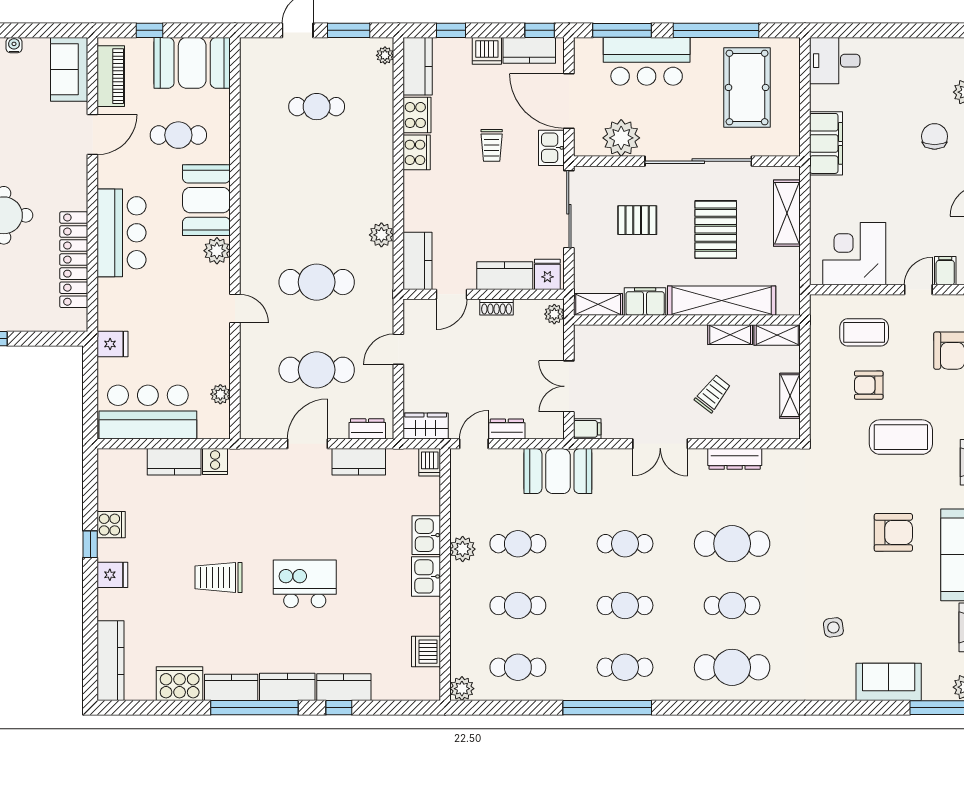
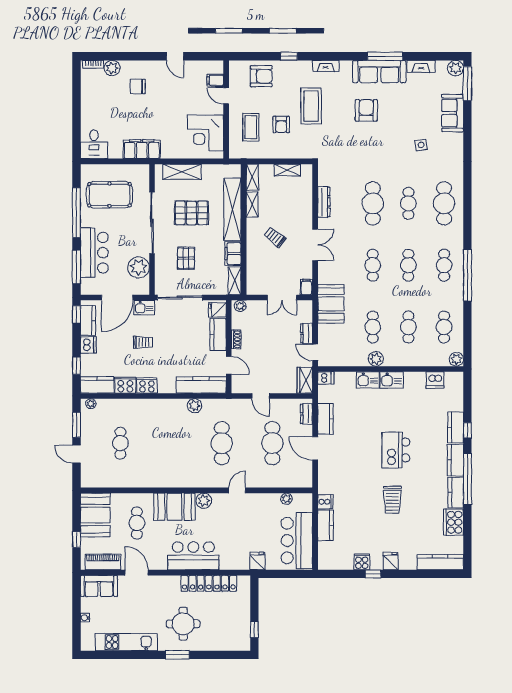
kitchen counter: (417, 261) -> (201, 385), width x1.50
trolley: (713, 393) -> (275, 237), moved

